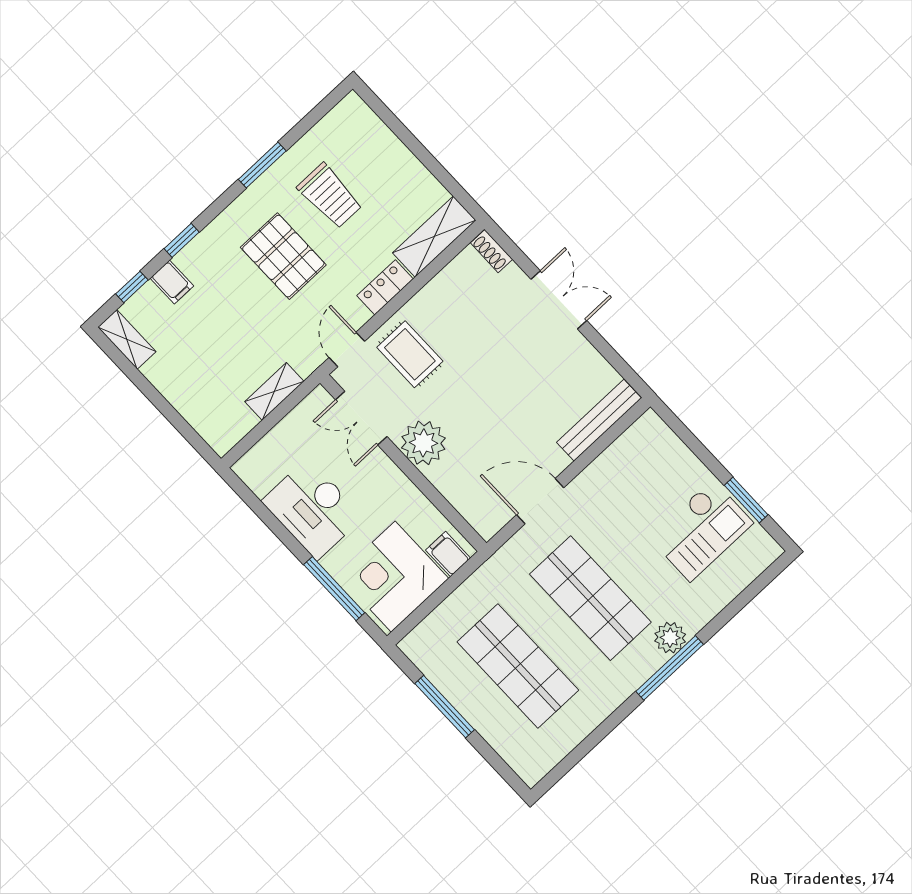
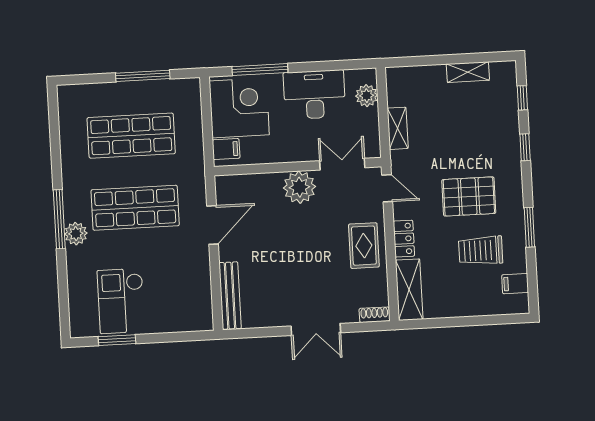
filing cabinet: (172, 282) -> (515, 284), moved
shelving: (127, 339) -> (468, 72), moved
rug: (410, 354) -> (364, 246), moved, turned 90
plant: (267, 453) -> (367, 96), added

